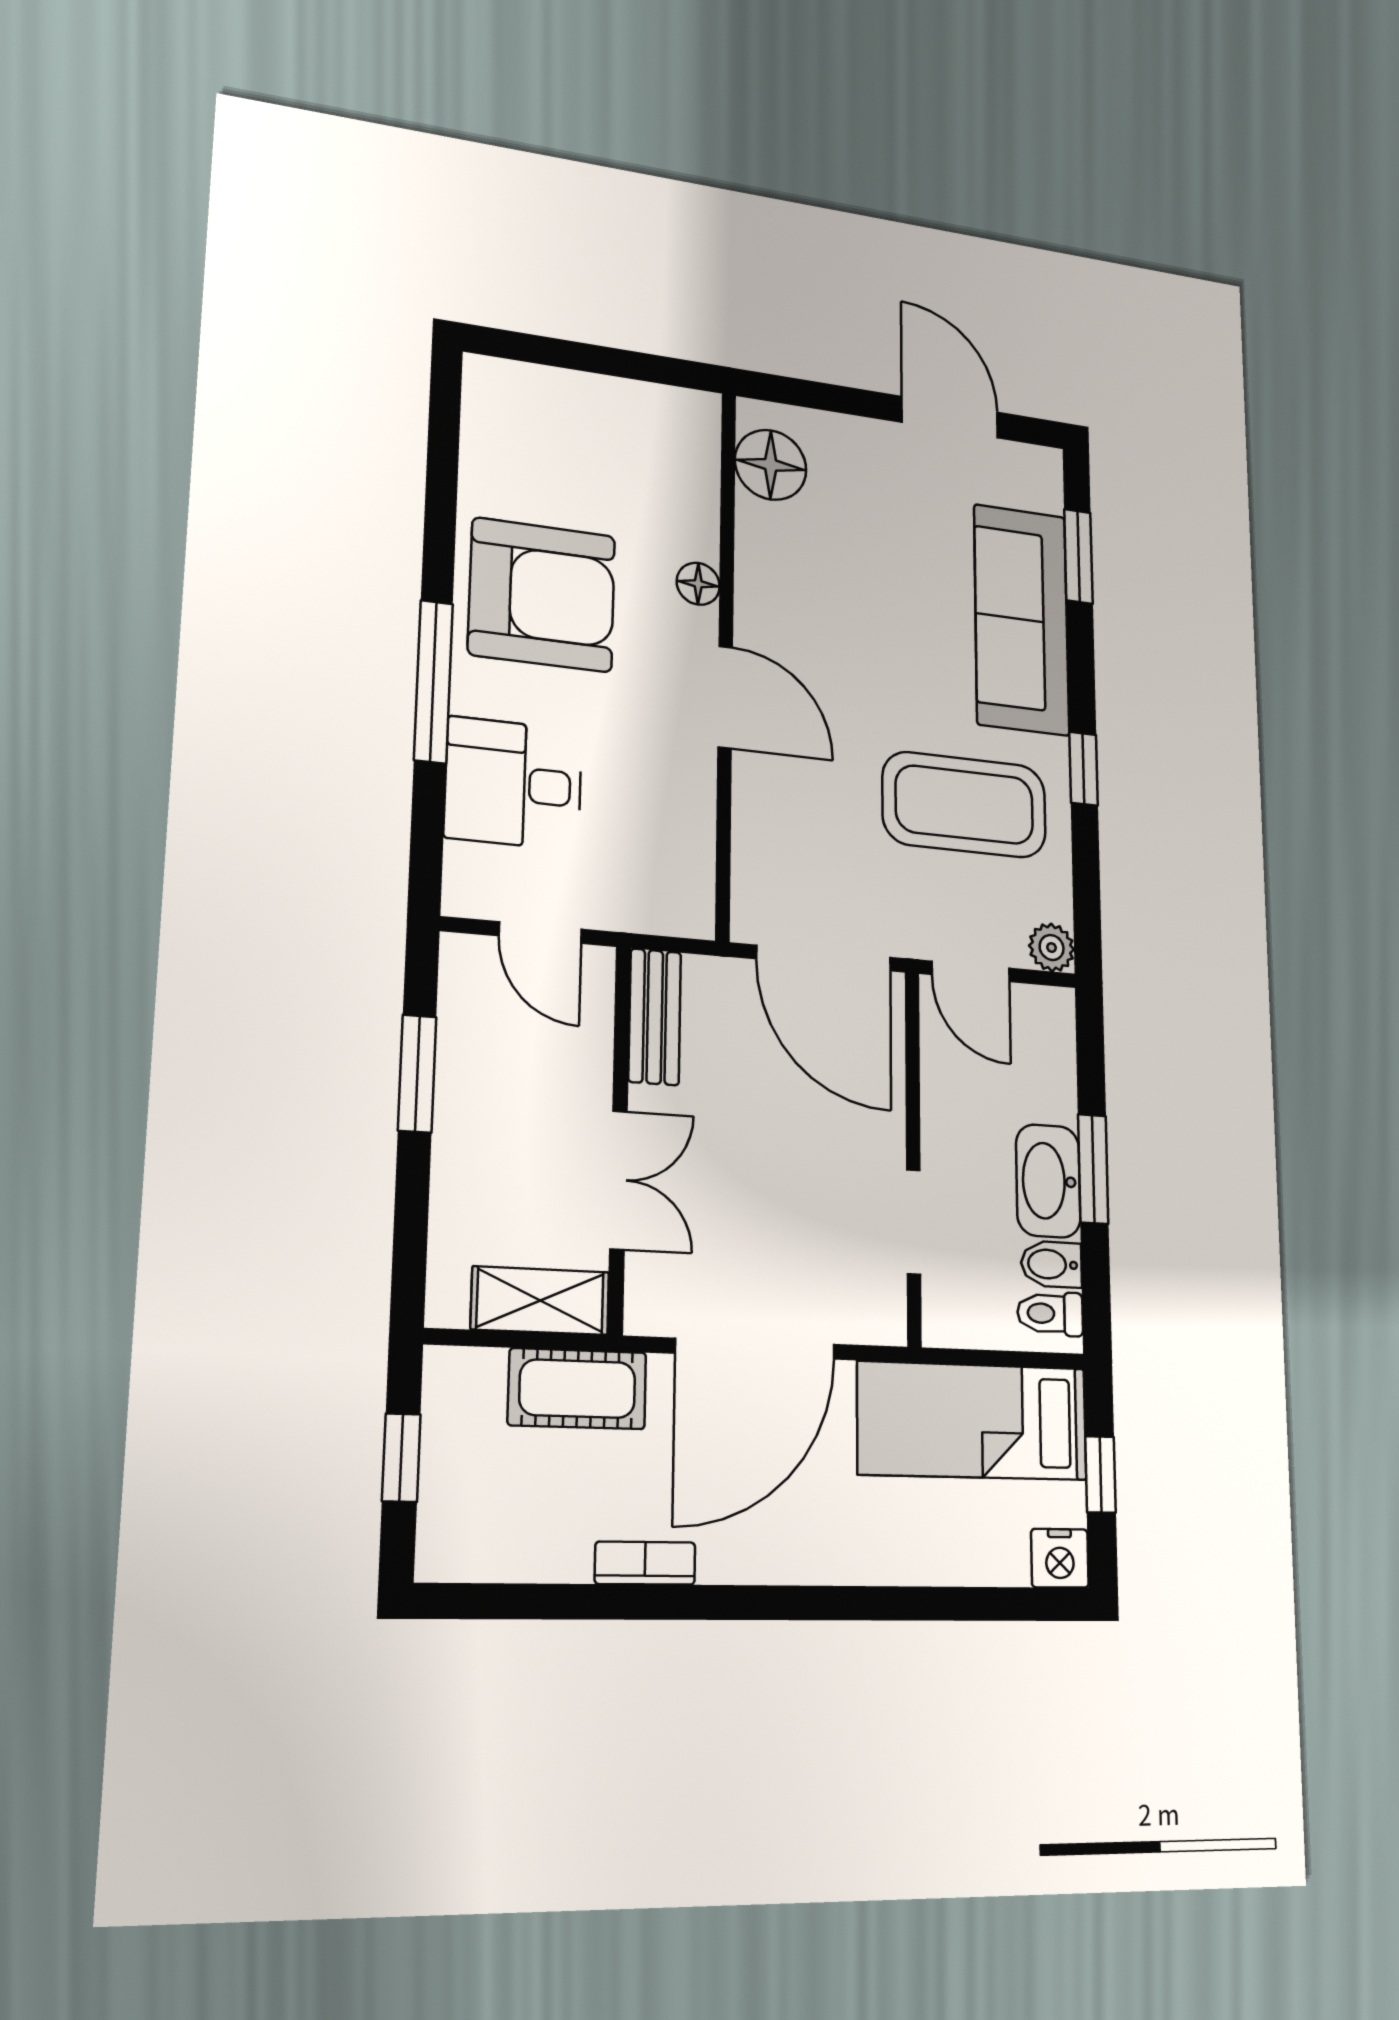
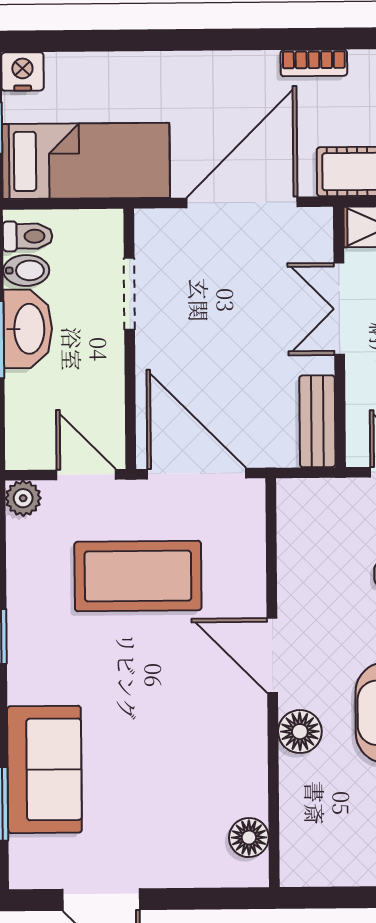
floor lamp: (771, 465) -> (249, 838), width x0.73, depth x0.73
floor lamp: (698, 584) -> (300, 732), width x1.37, depth x1.37
sofa: (1022, 619) -> (44, 769), width x0.73
coffee table: (965, 805) -> (138, 576), moved

